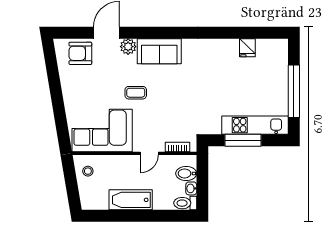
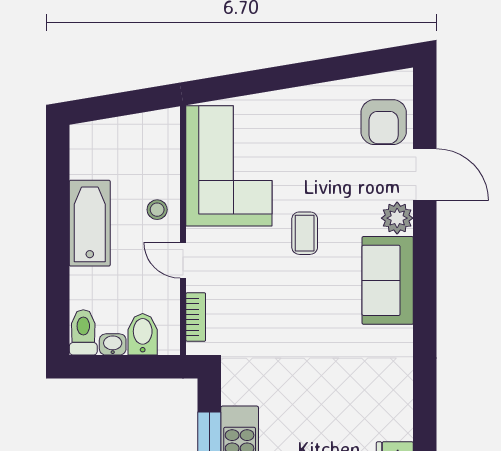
armchair: (80, 53) -> (384, 122), turned 180
stool: (88, 171) -> (157, 210), moved

